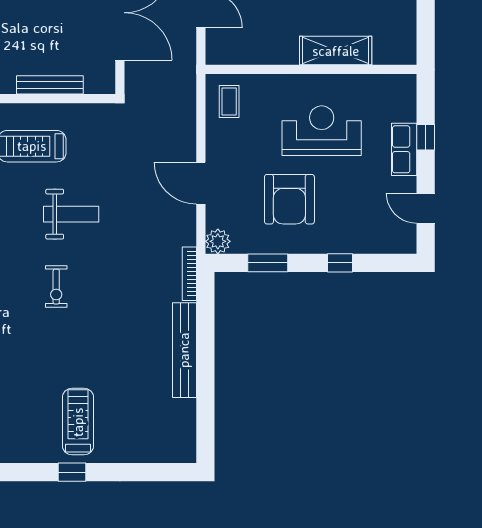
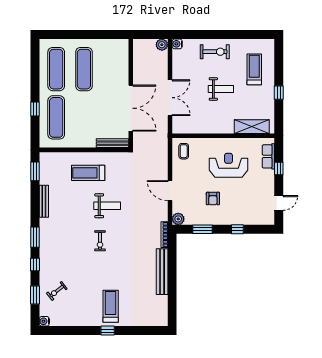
shelving: (336, 51) -> (252, 127), moved
bench: (50, 85) -> (113, 143), moved
row of seats: (404, 149) -> (268, 156), moved
armchair: (289, 199) -> (213, 199), width x0.53, depth x0.53
door: (426, 208) -> (279, 203), swing flipped

